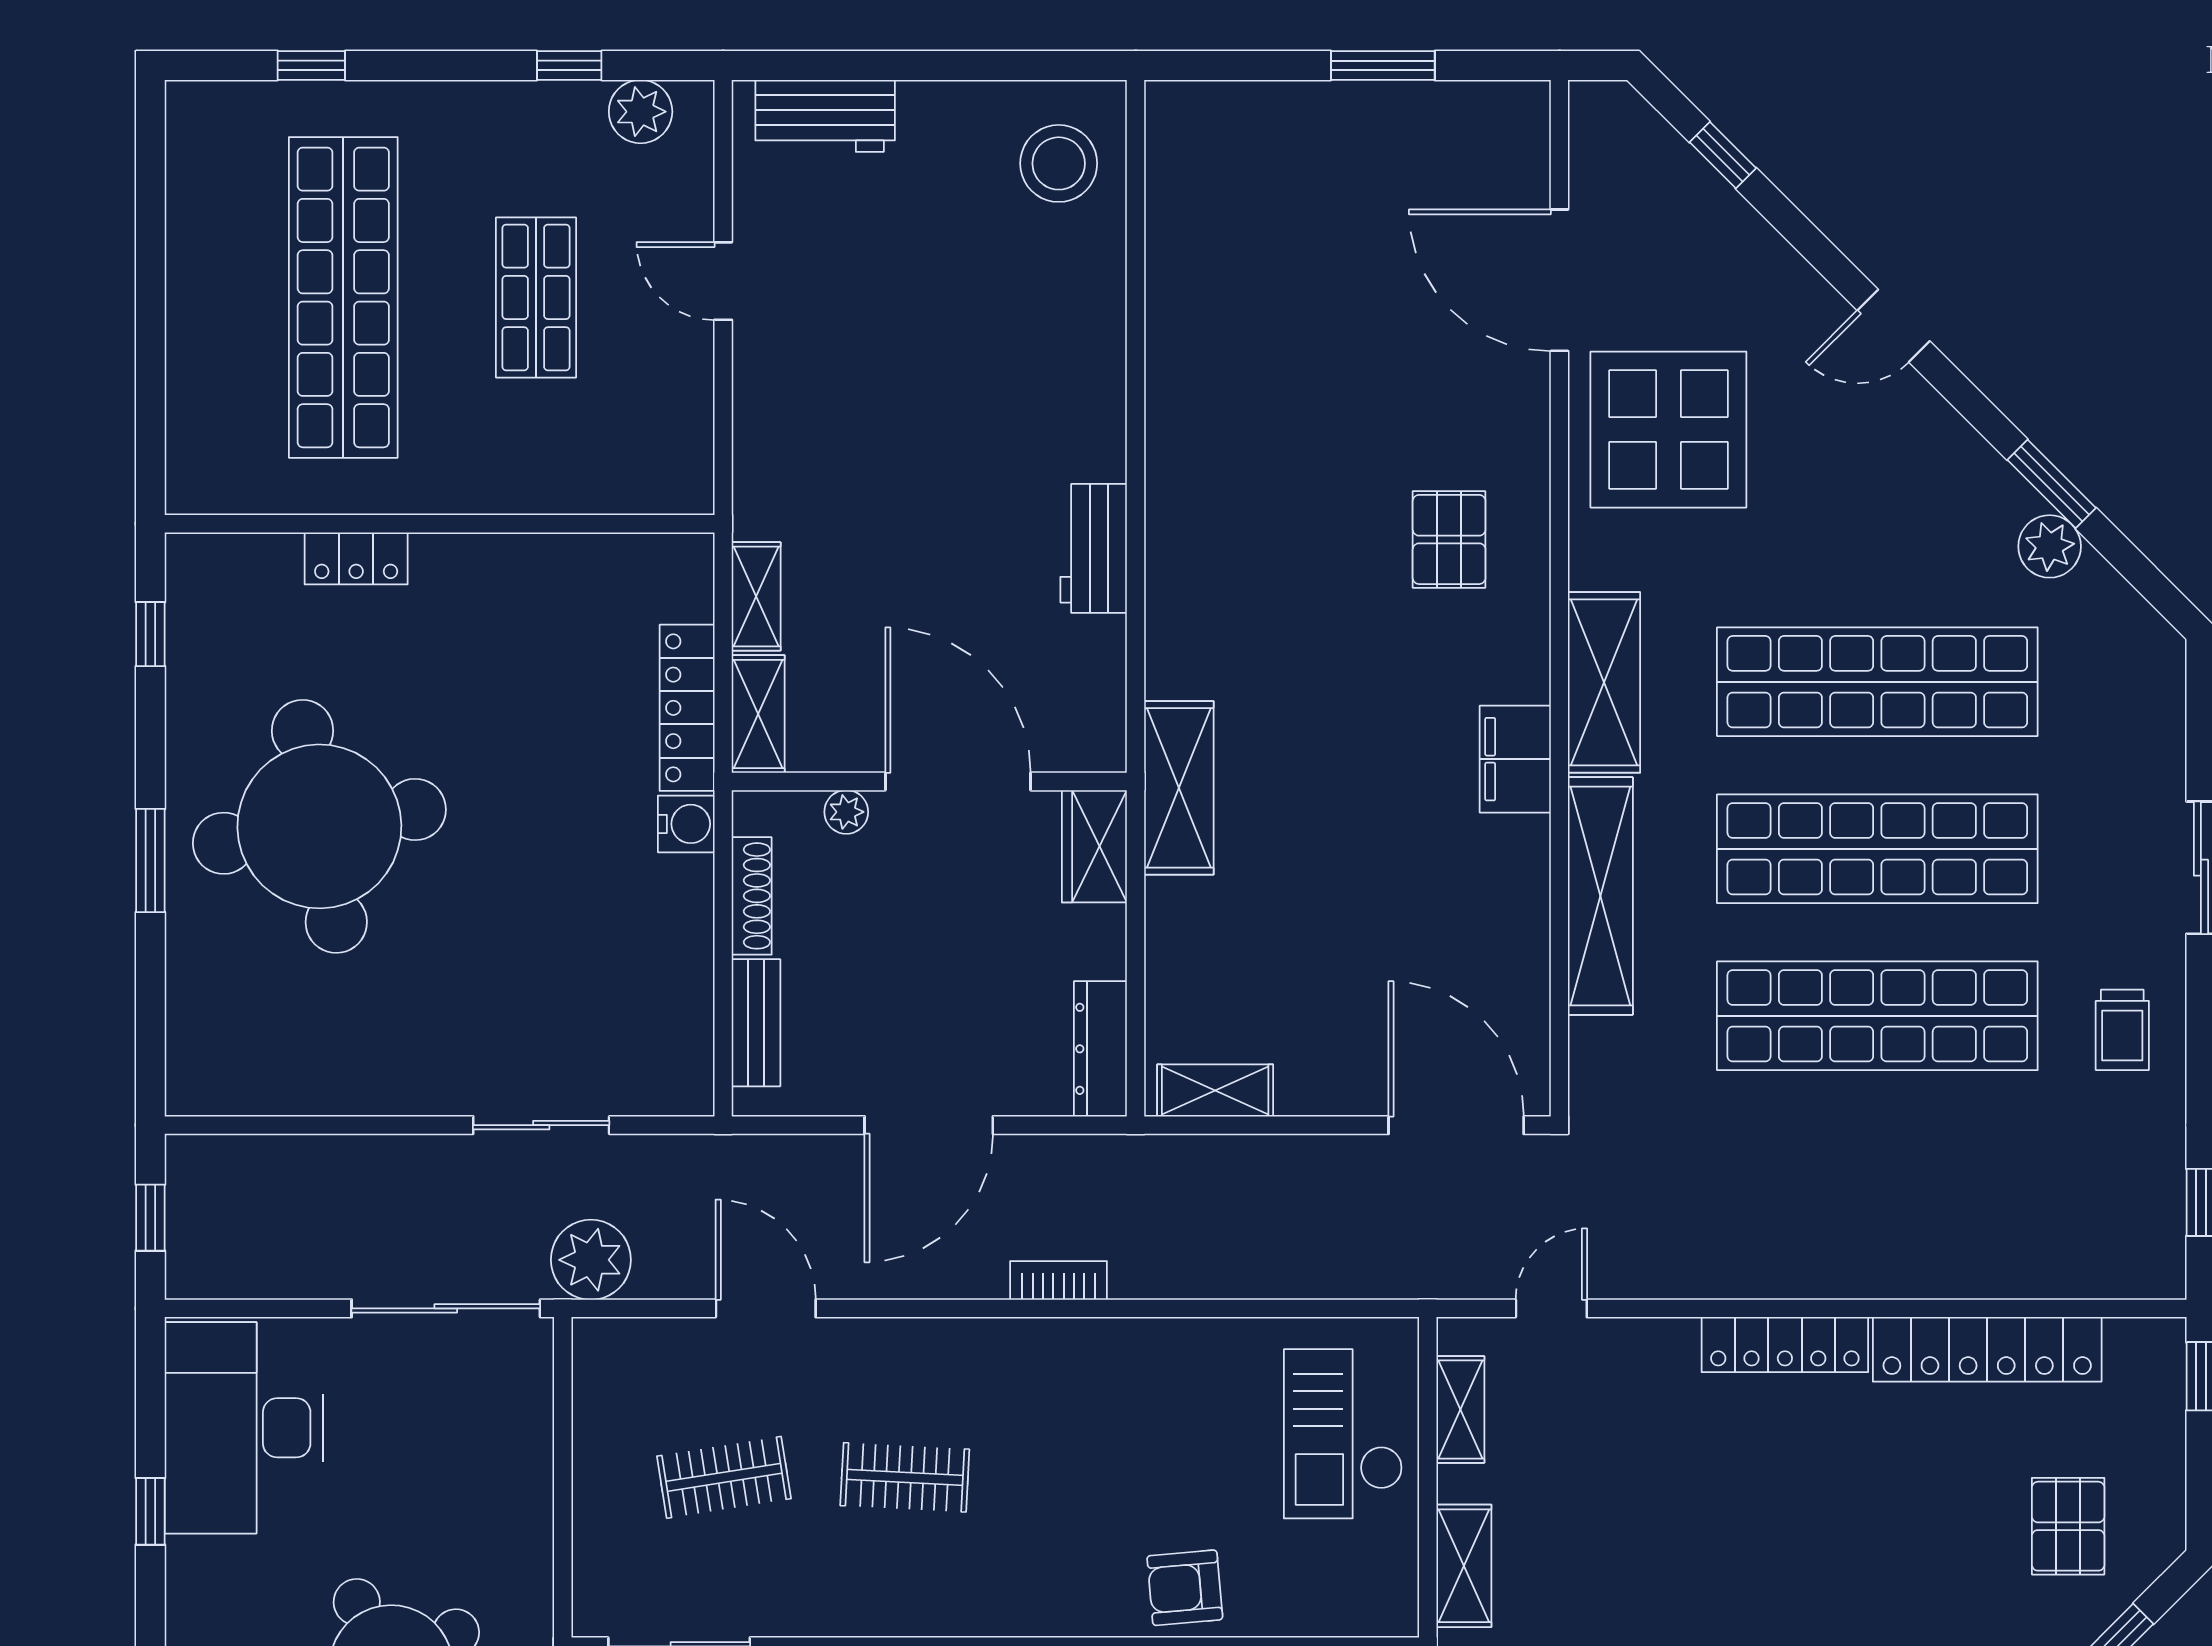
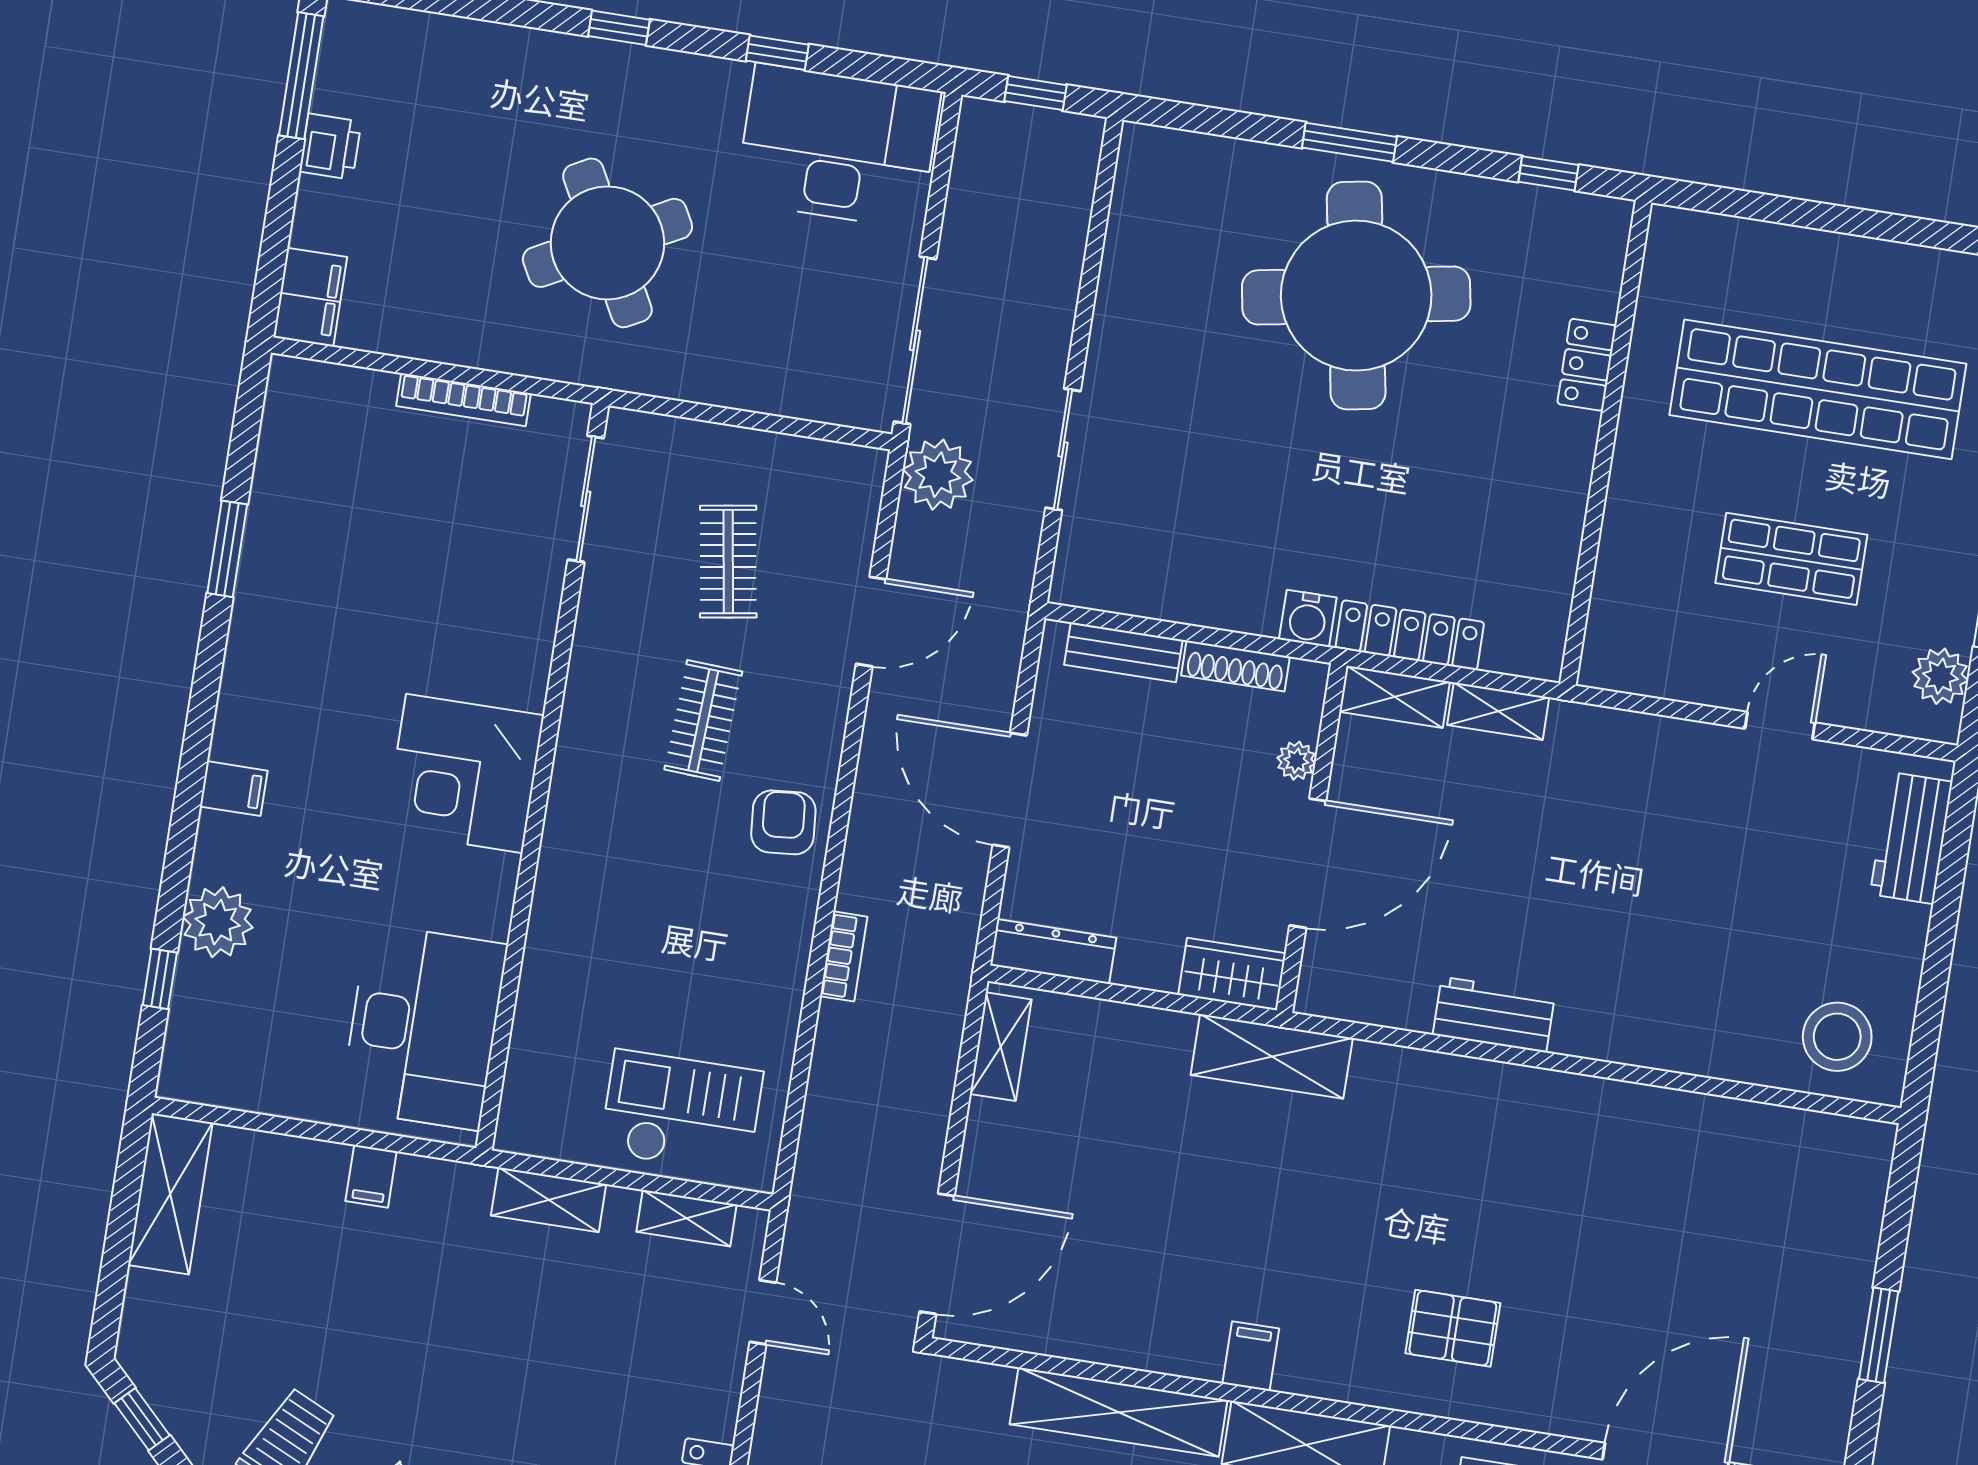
filing cabinet: (1515, 759) -> (1251, 1356), width x0.50
bookcase: (1059, 1280) -> (844, 956), moved
armchair: (1185, 1588) -> (783, 822), moved

